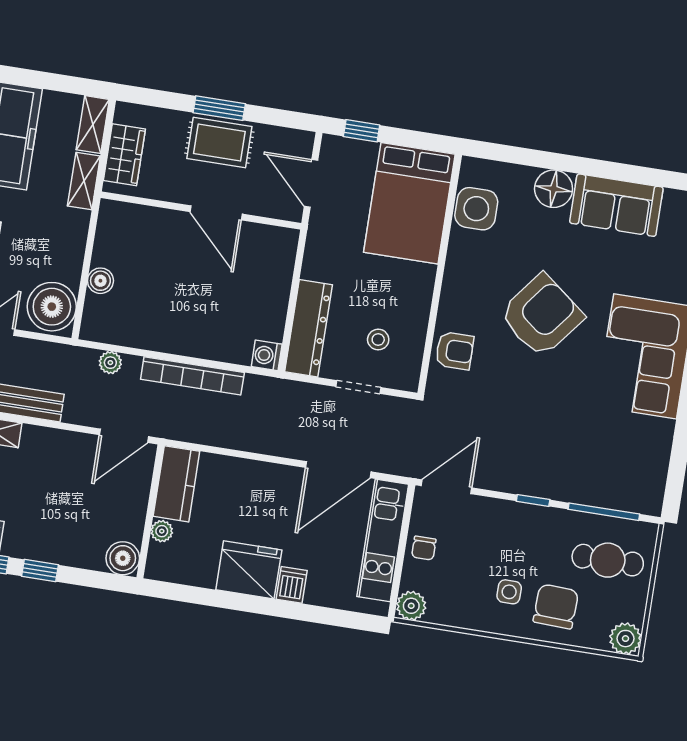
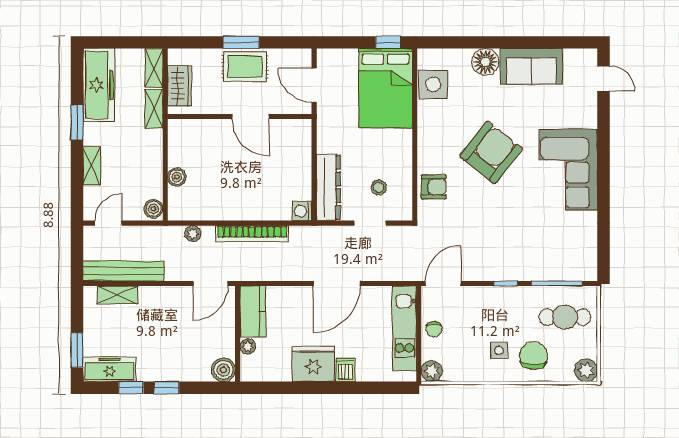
window: (362, 131) -> (388, 42), moved
boiler: (52, 307) -> (153, 209), width x0.54, depth x0.54
door: (338, 470) -> (337, 284), moved

